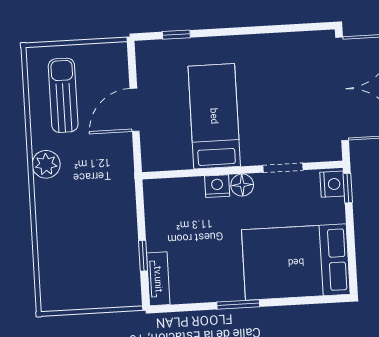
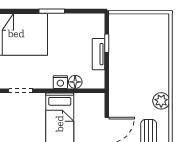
floor lamp: (242, 185) -> (75, 82), moved
tv unit: (158, 279) -> (99, 54), moved

